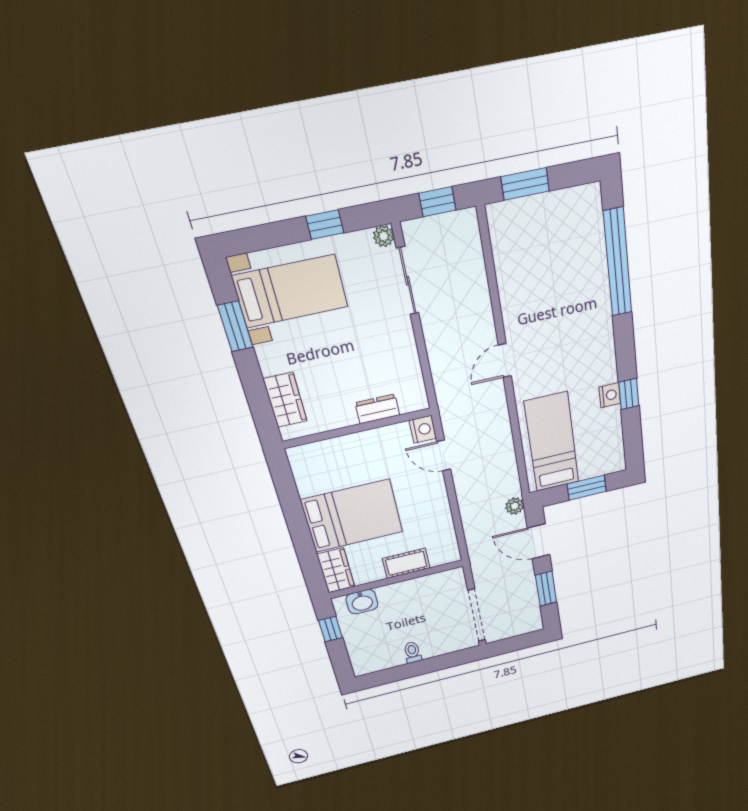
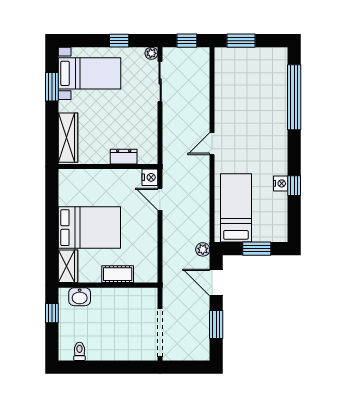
wardrobe: (285, 400) -> (68, 138), width x1.50
toilet: (412, 652) -> (79, 351), moved

